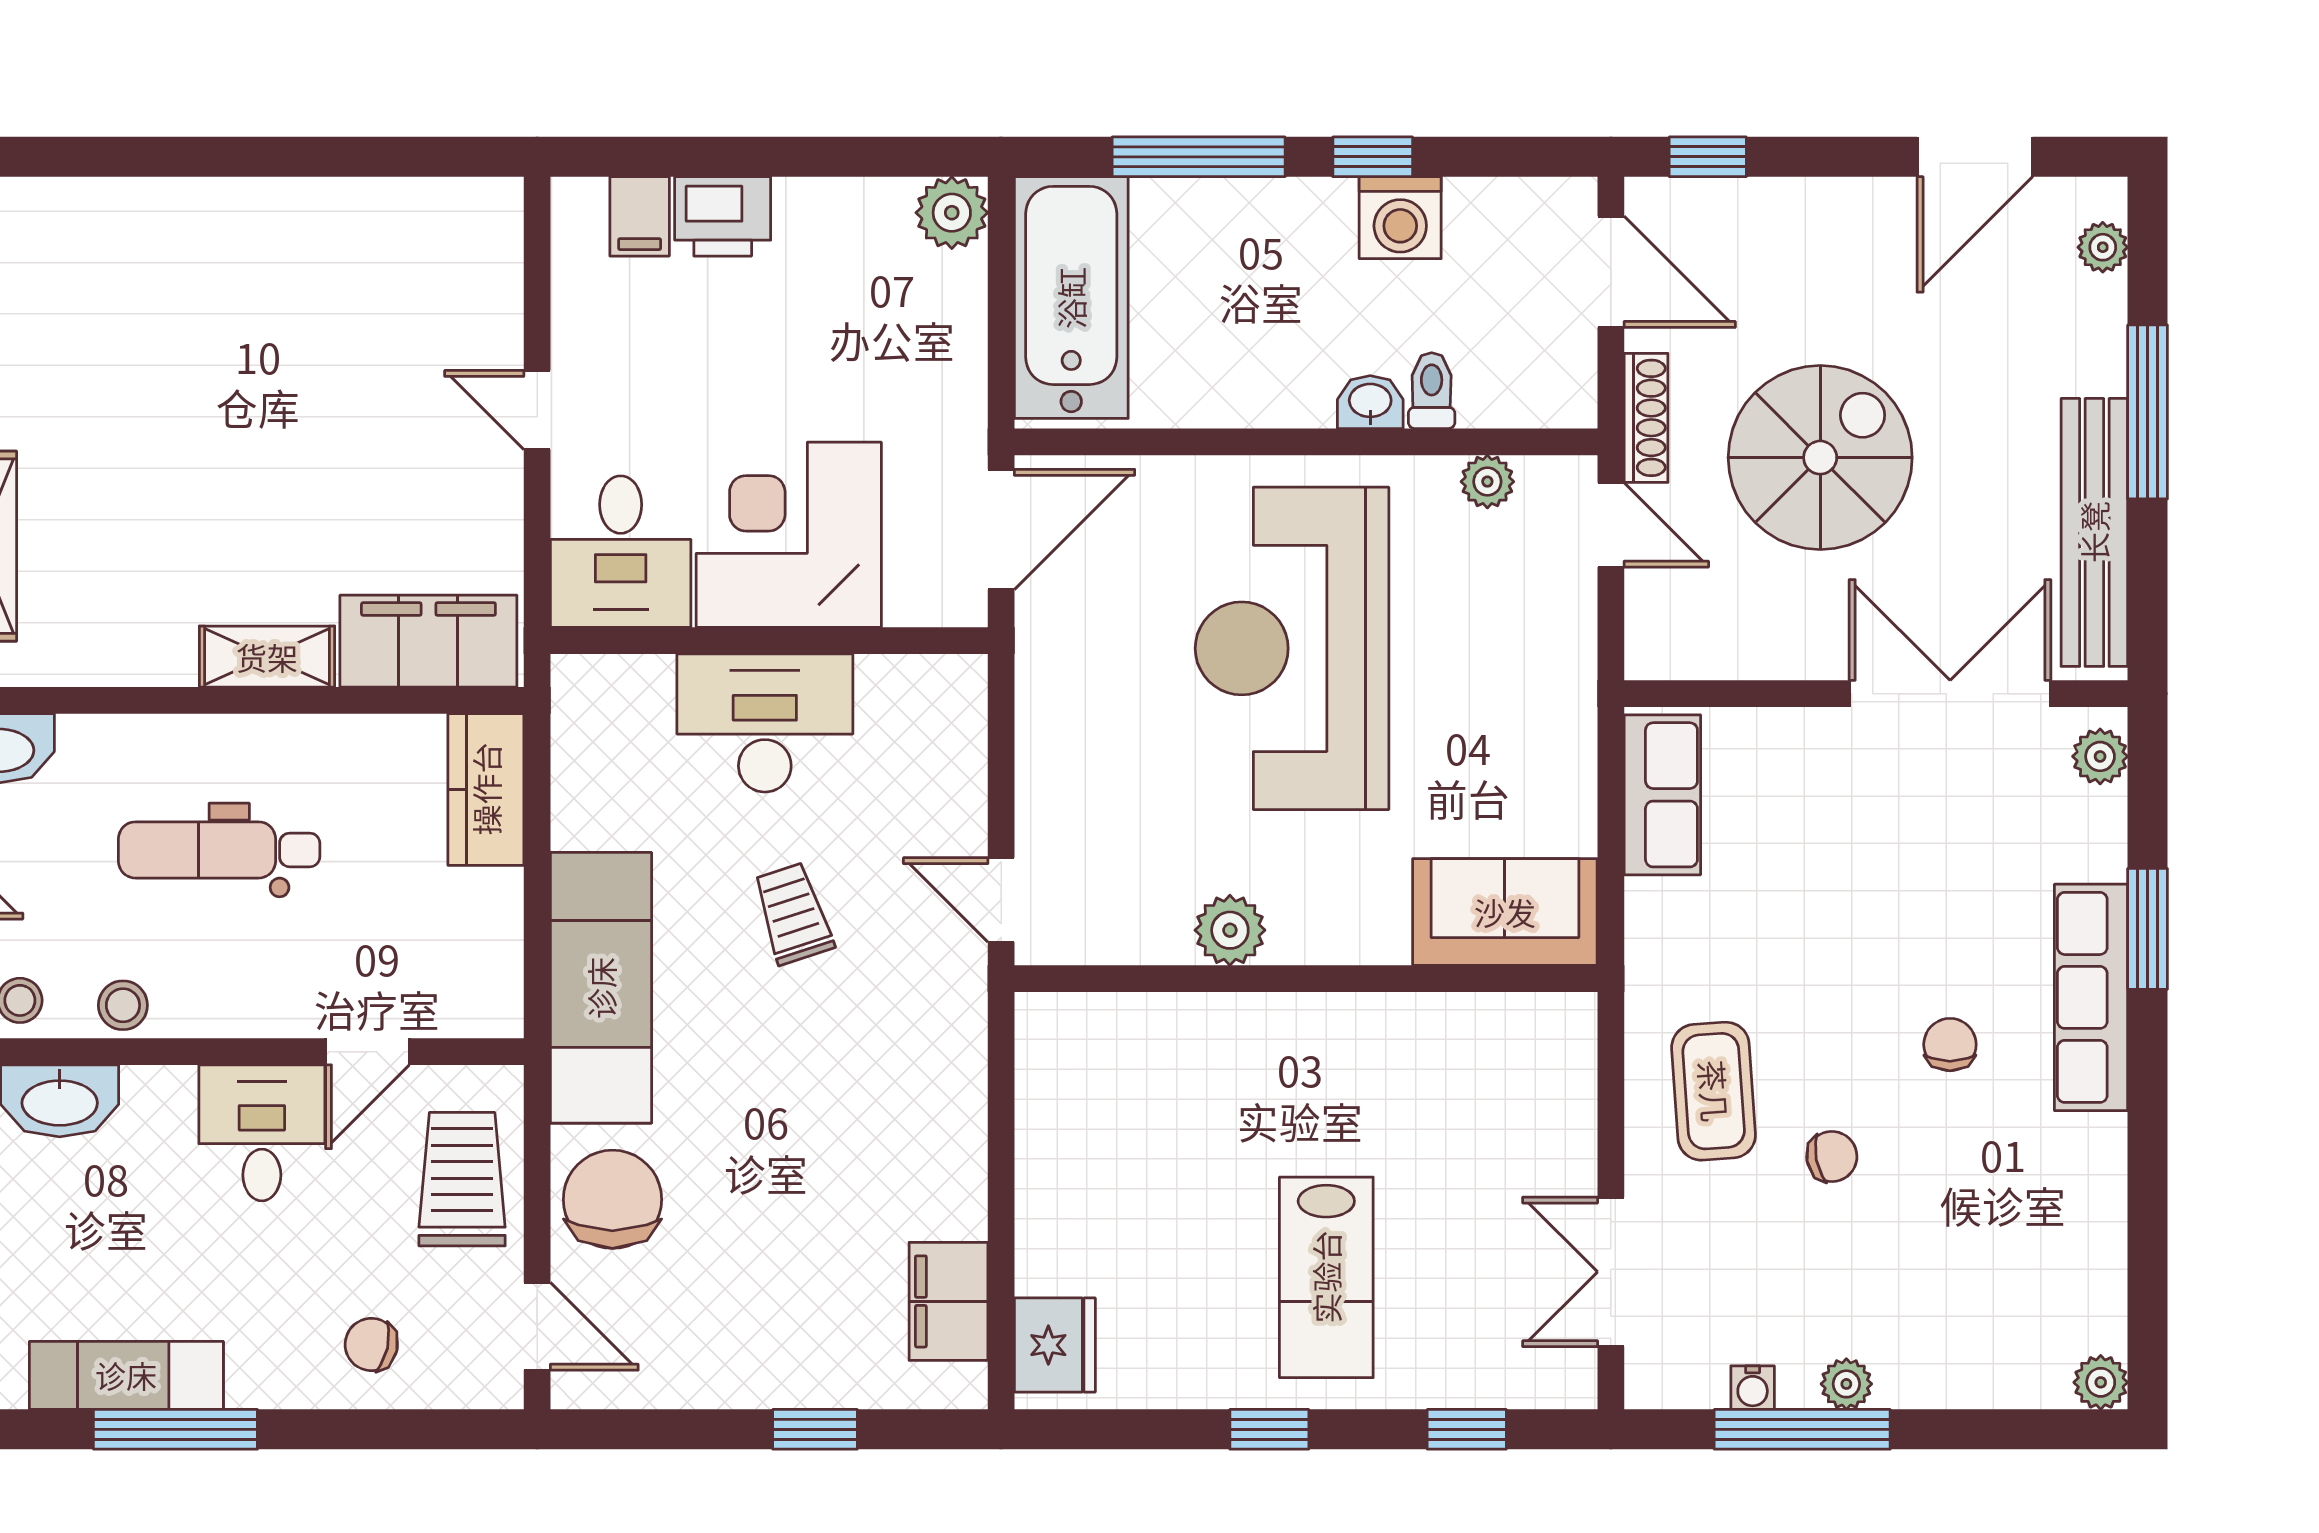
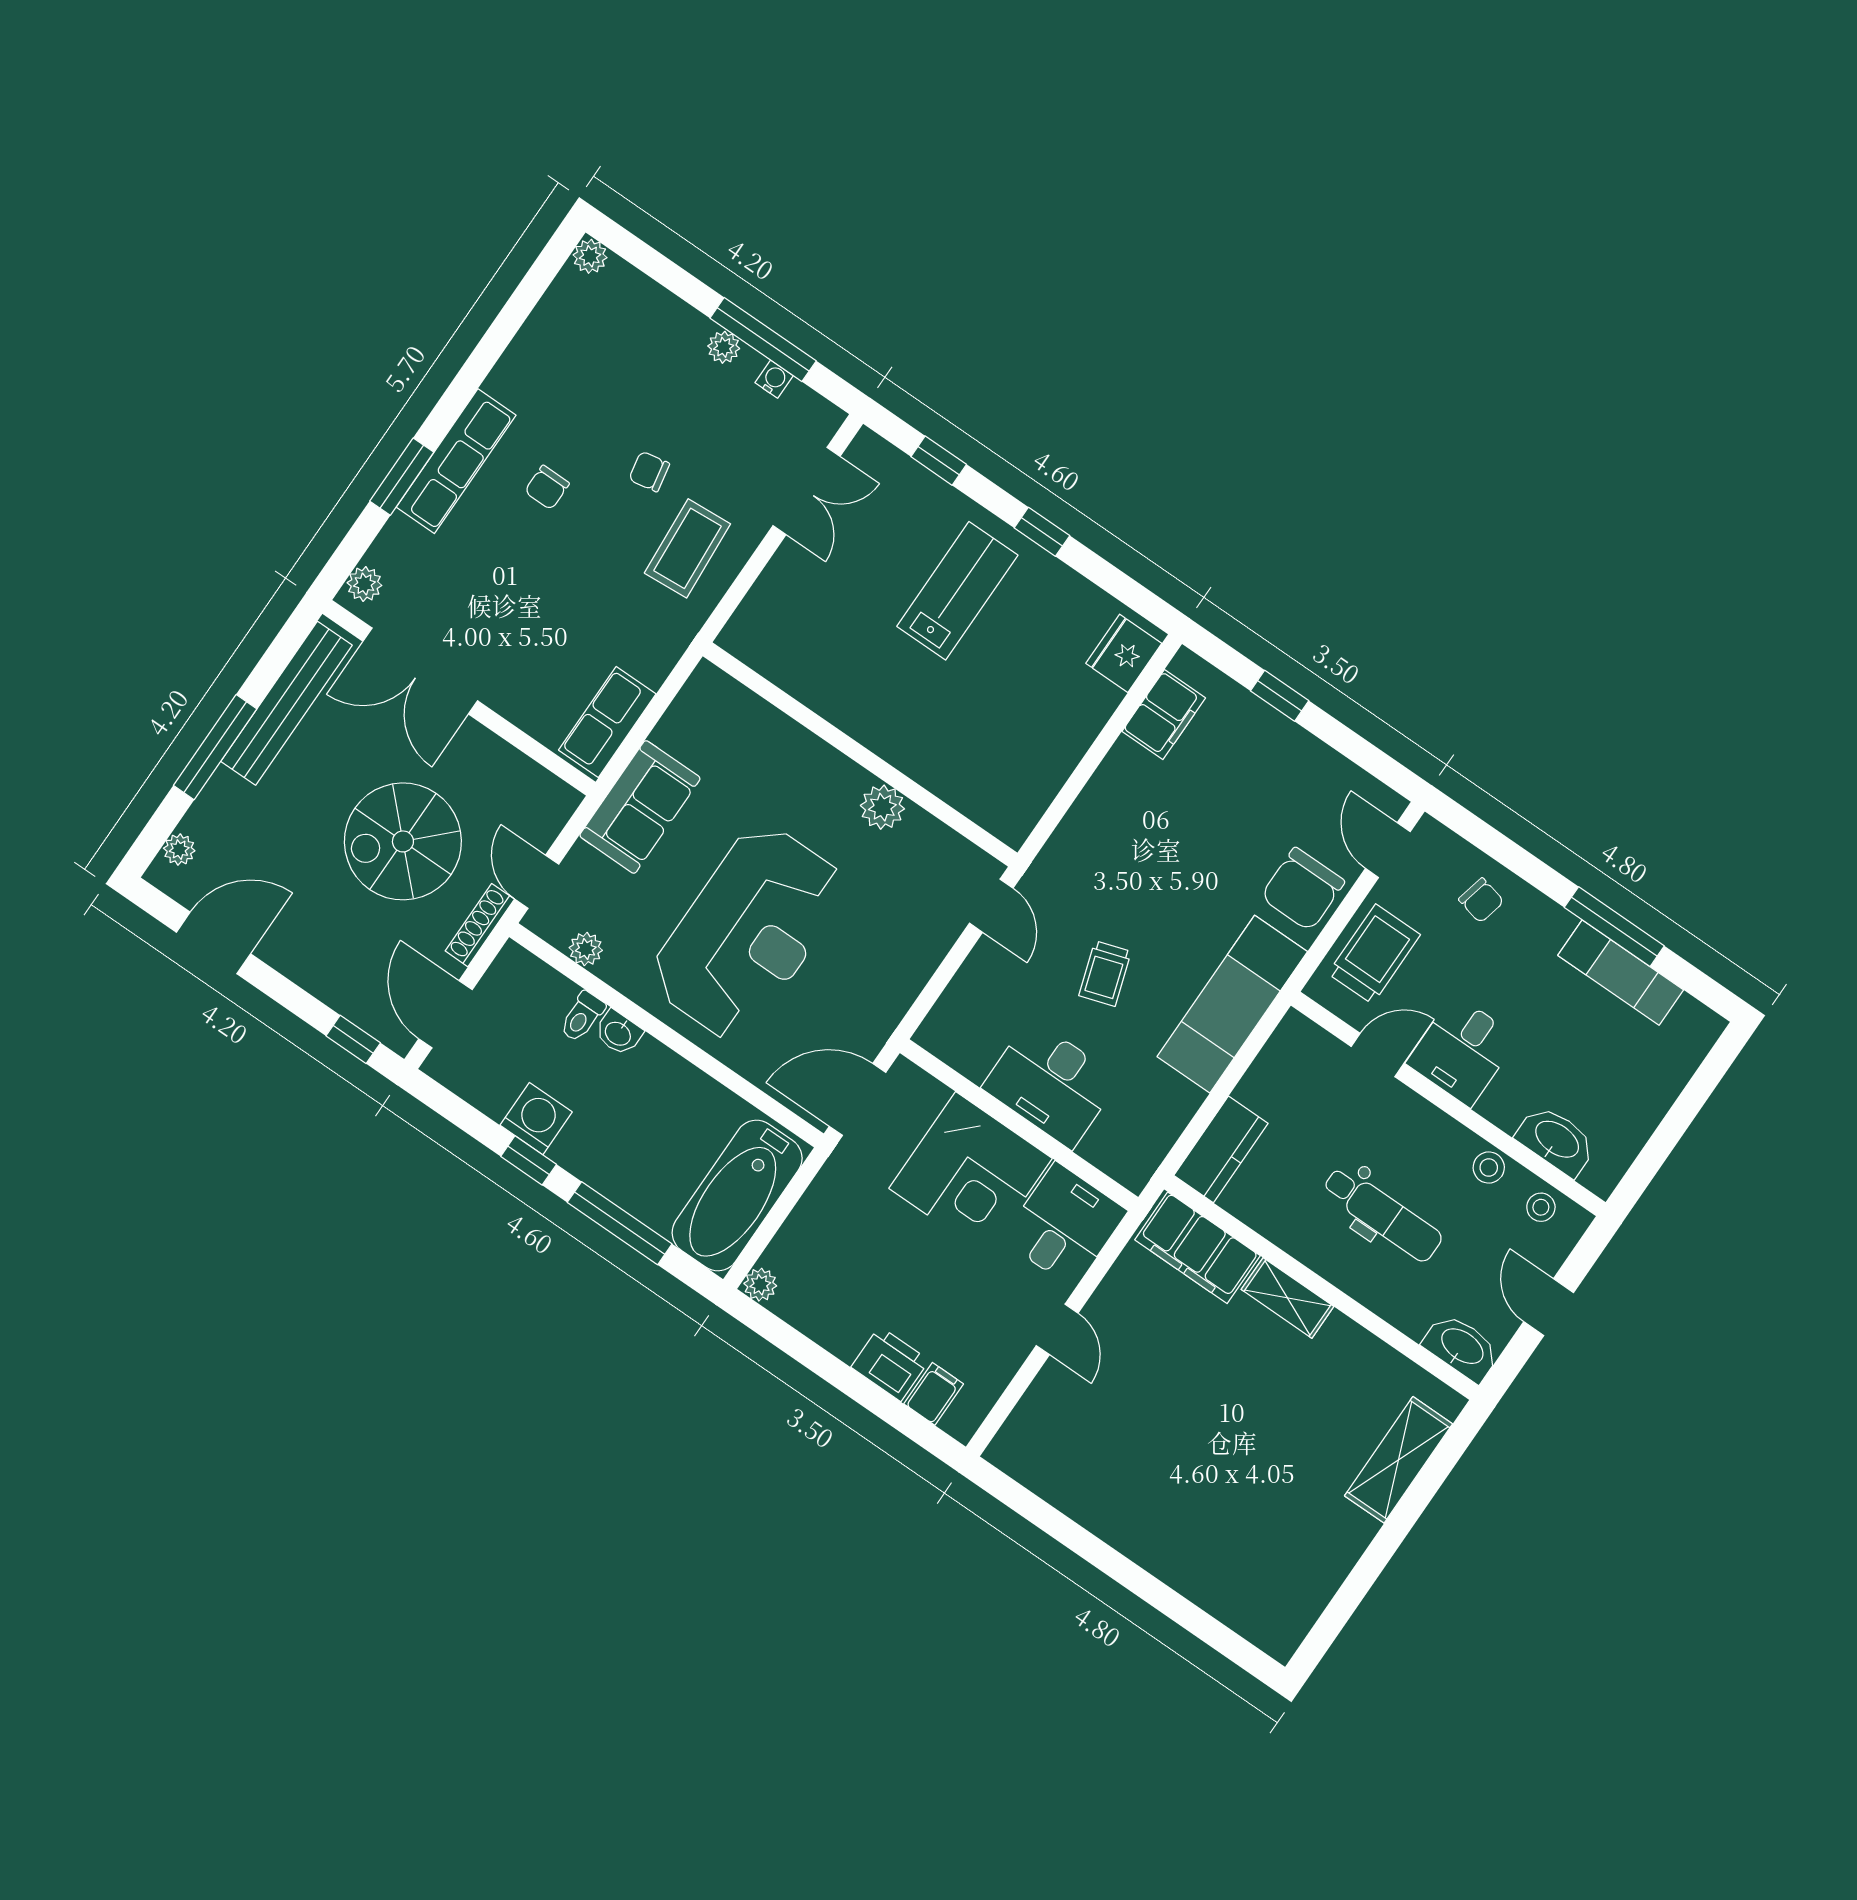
plant: (952, 213) -> (760, 1285), width x0.73, depth x0.73
sofa: (1505, 912) -> (640, 807), moved, turned -90
trolley: (462, 1179) -> (1374, 954), turned 180

